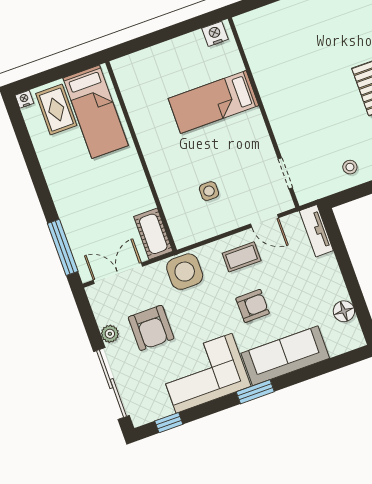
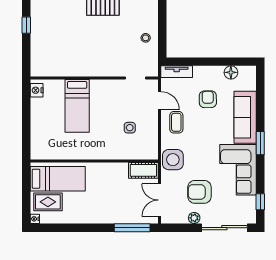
door: (265, 221) -> (160, 101), hinge flipped
armchair: (253, 306) -> (208, 99), moved
armchair: (151, 328) -> (199, 192), turned 180

